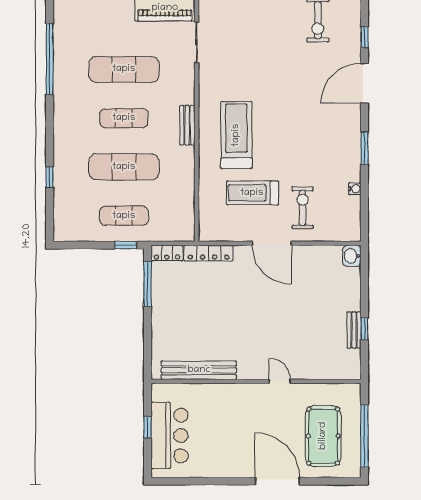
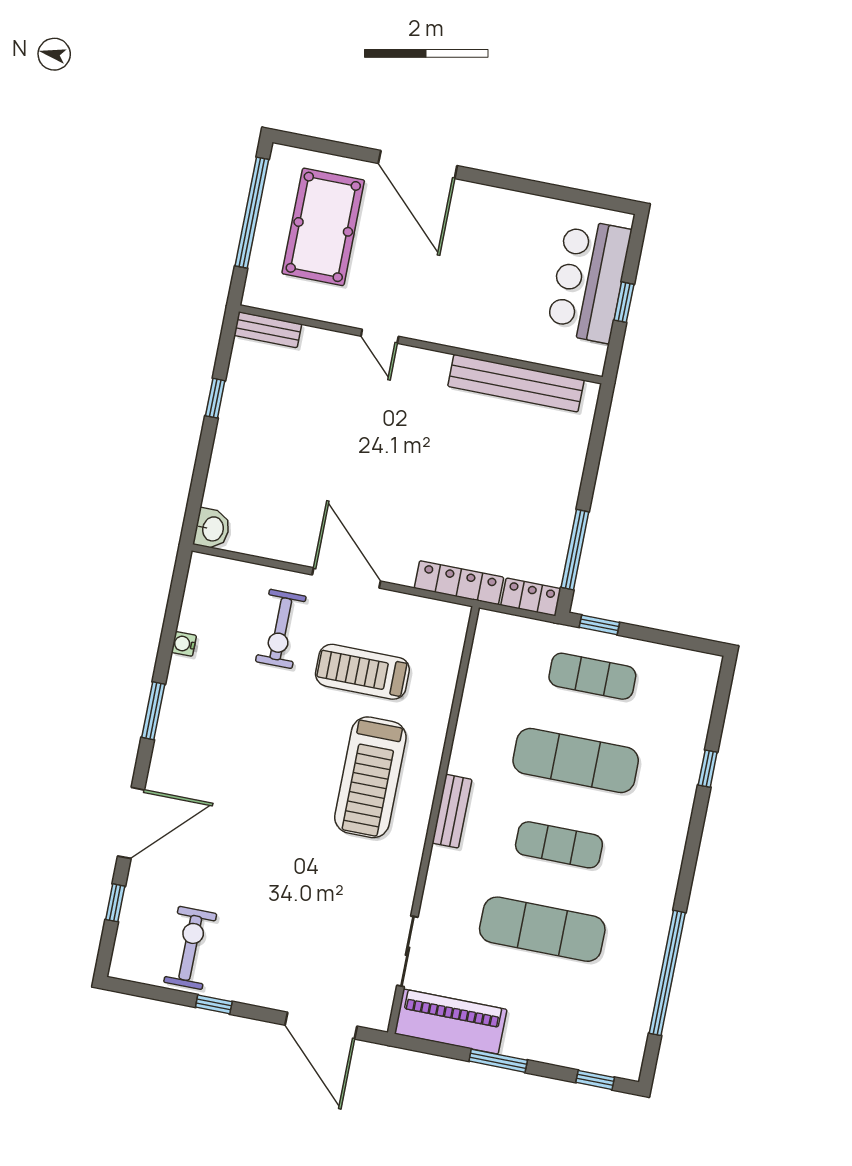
treadmill: (252, 193) -> (362, 672), turned 180
bench: (354, 330) -> (268, 330), moved, turned 90

